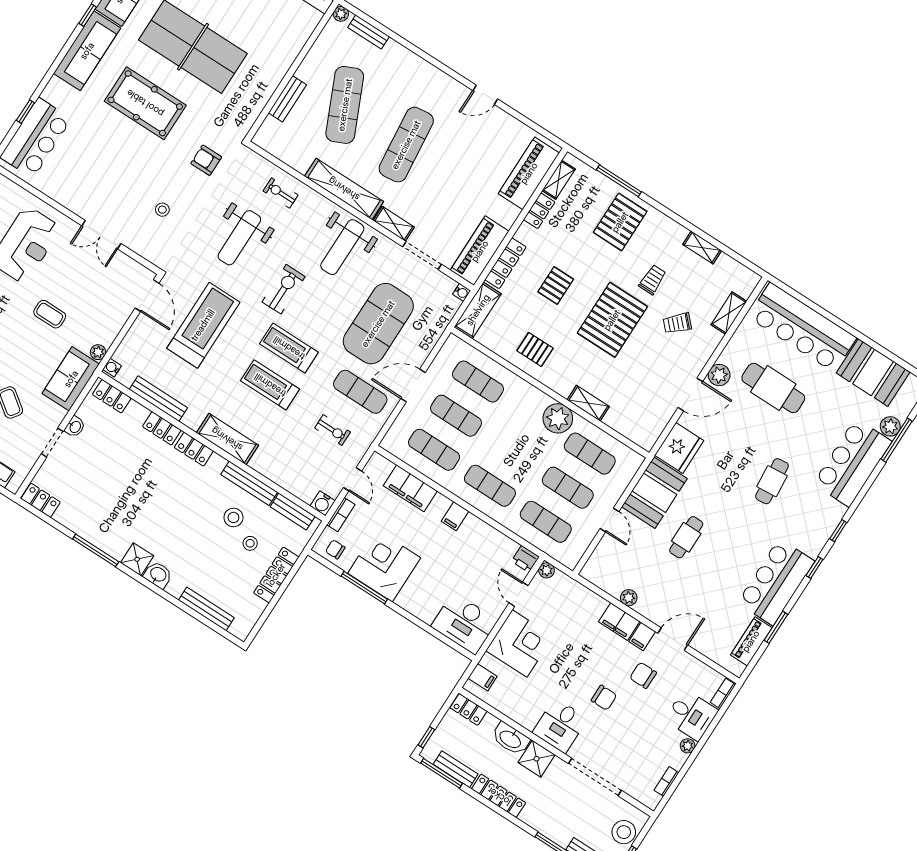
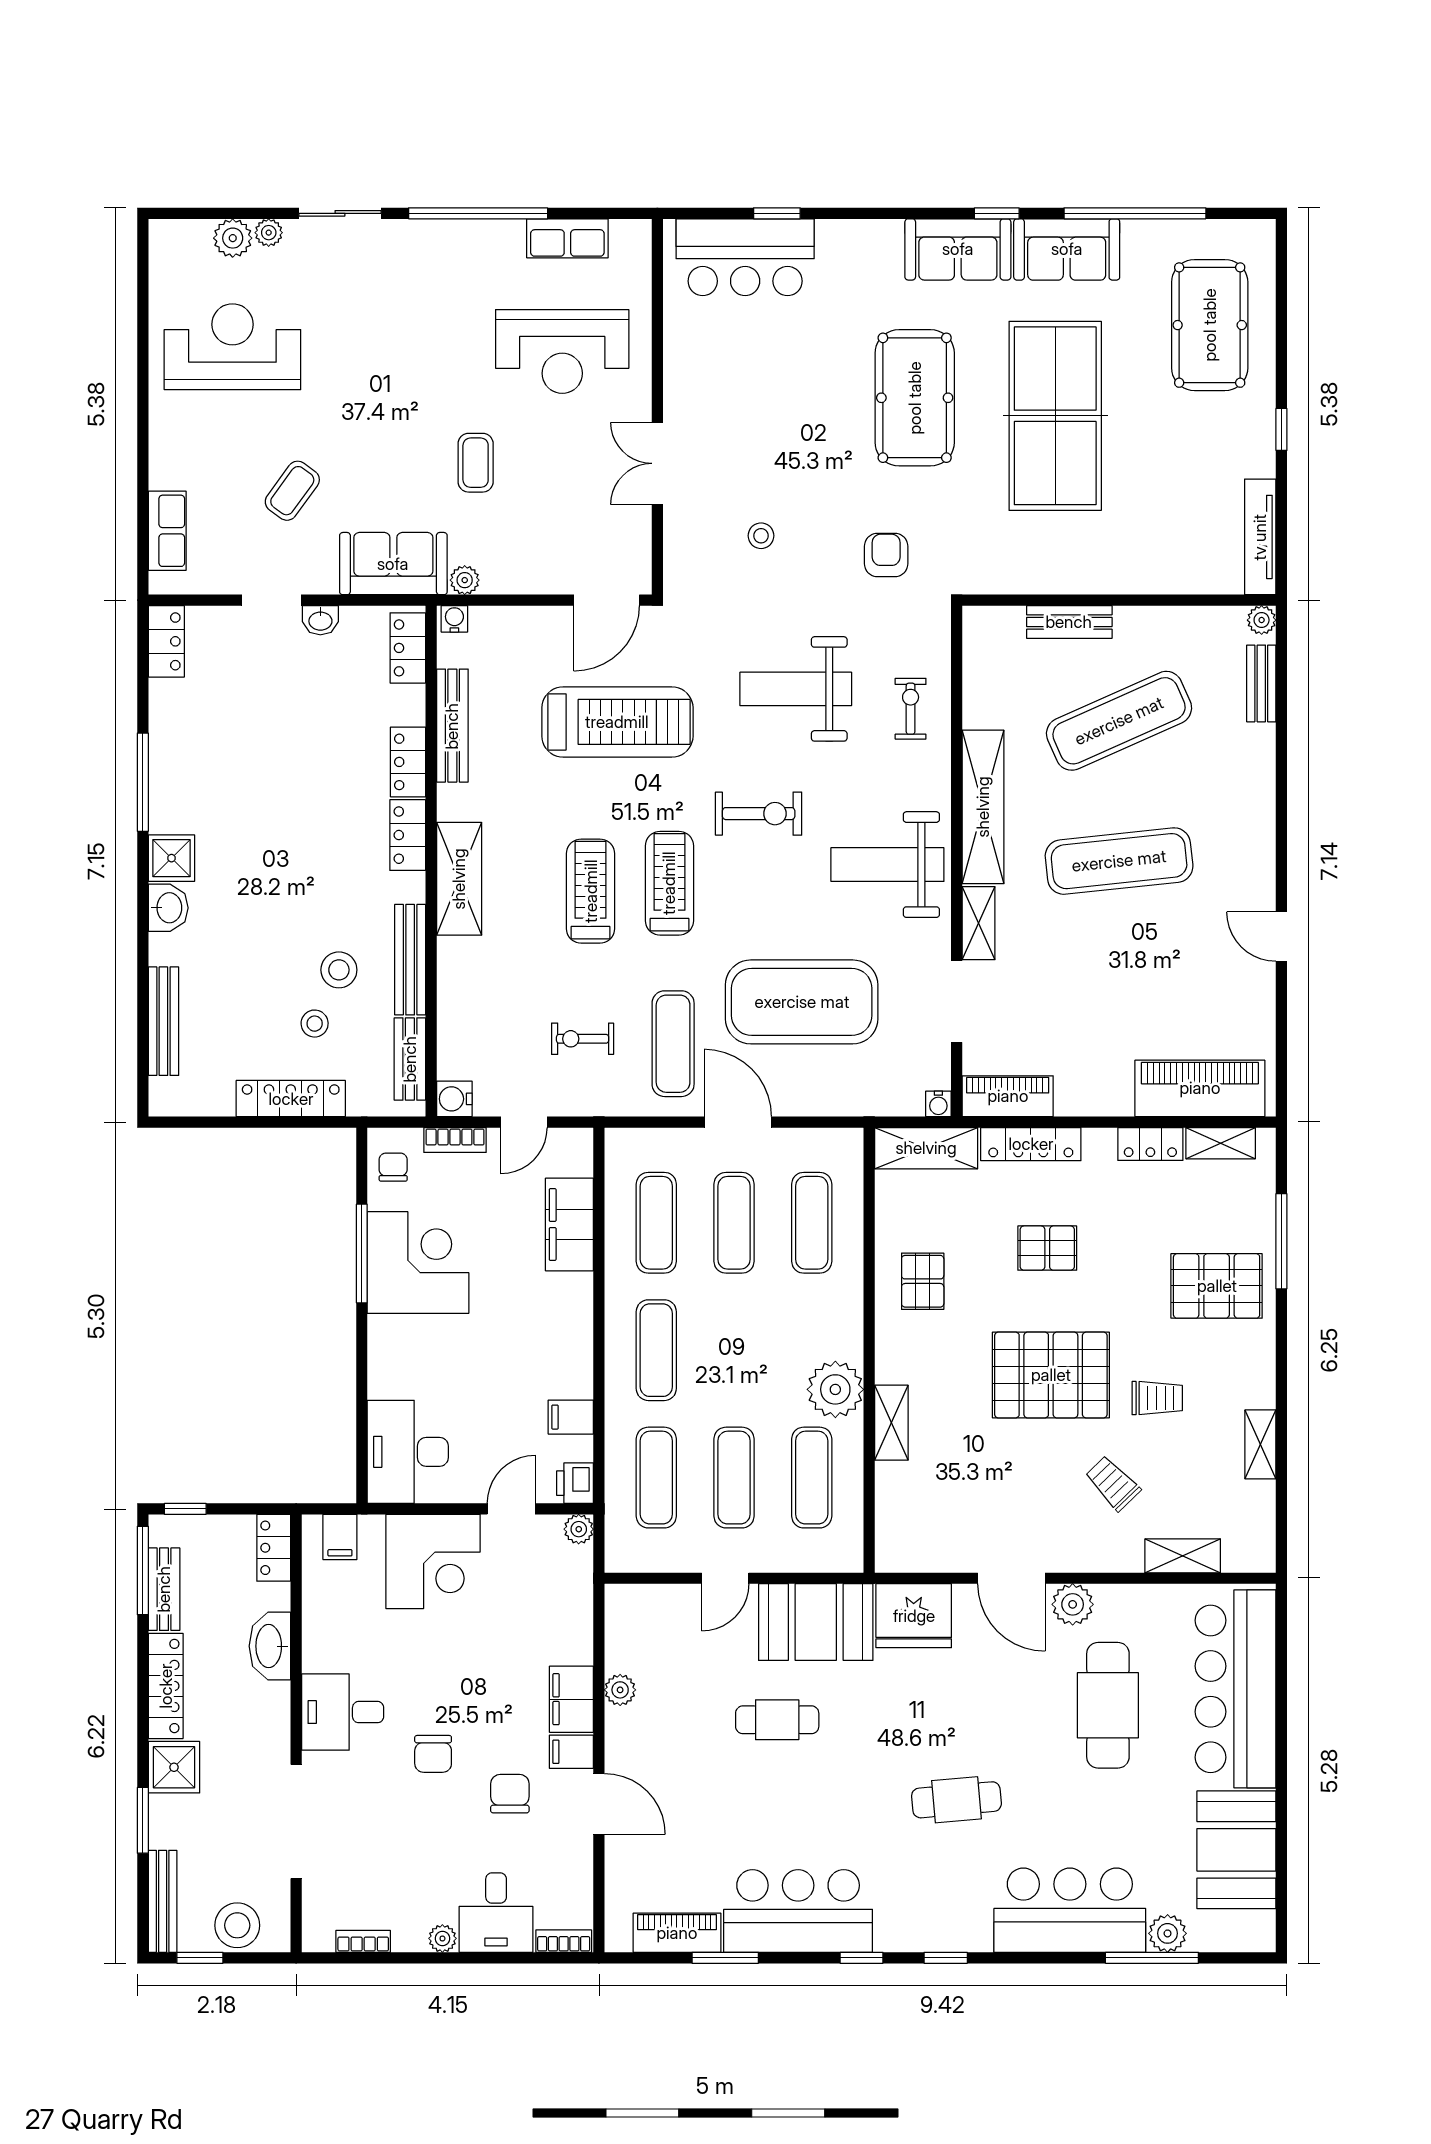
sofa: (87, 51) -> (958, 249), width x0.73
piano: (480, 251) -> (1008, 1096), width x0.73, depth x0.75
exercise bike: (333, 430) -> (583, 1039), turned 90
filing cabinet: (455, 516) -> (571, 1417), moved
shower: (537, 759) -> (174, 1767), moved

